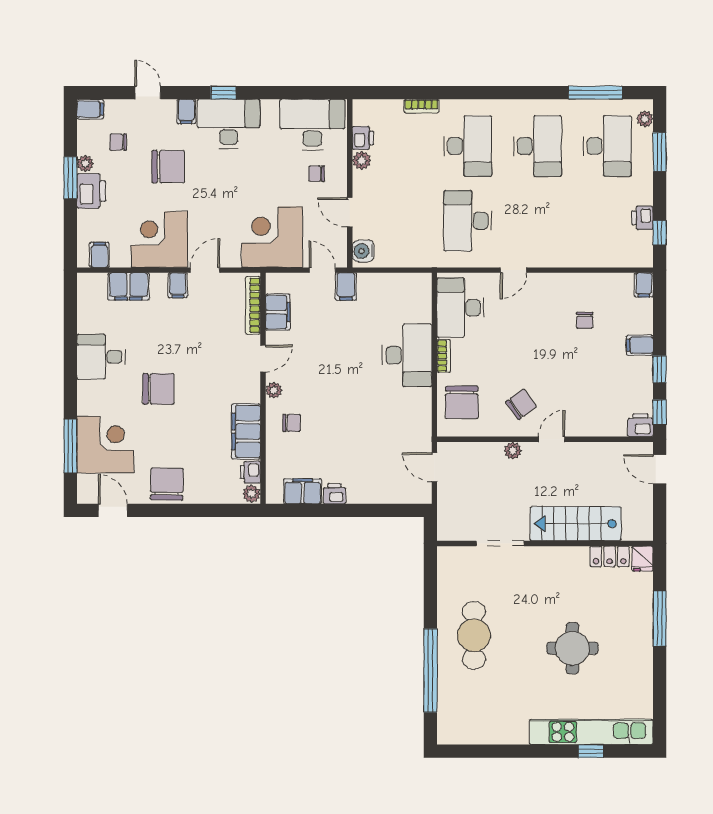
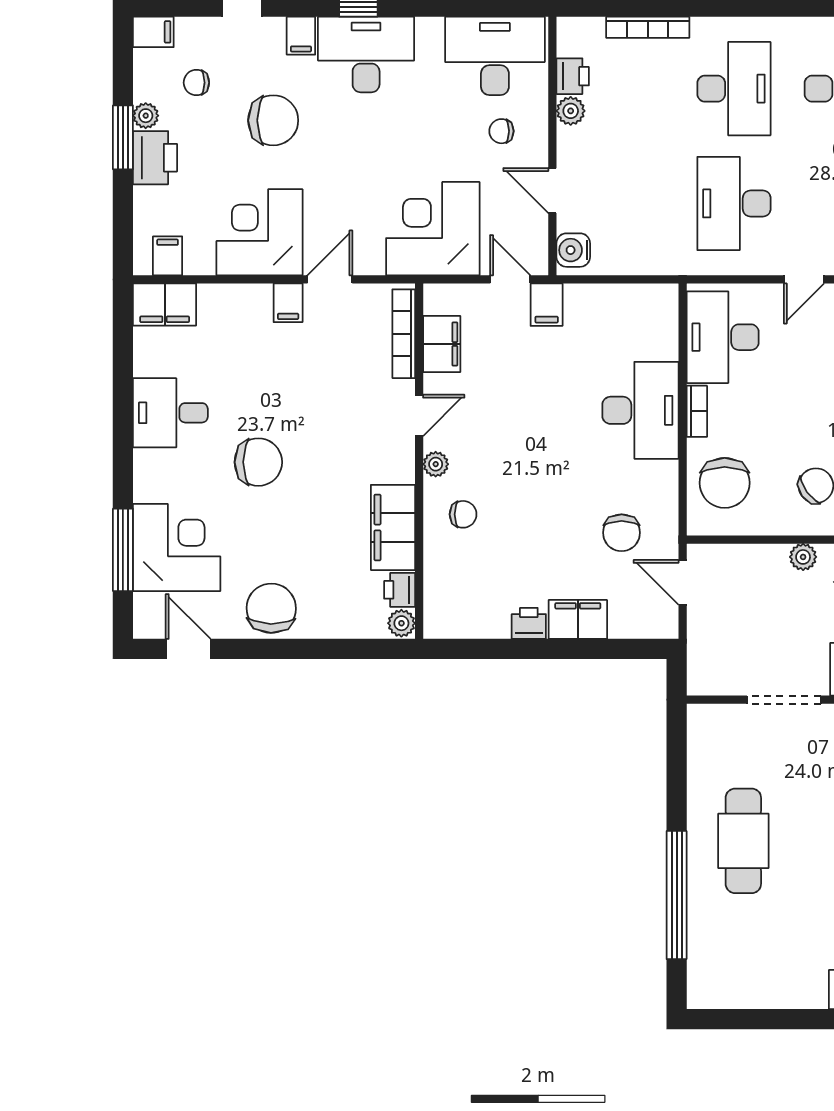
bookcase: (421, 106) -> (648, 27), width x1.56
filing cabinet: (128, 286) -> (165, 305), moved
chair: (395, 435) -> (622, 533), added
filing cabinet: (303, 491) -> (578, 619), moved

